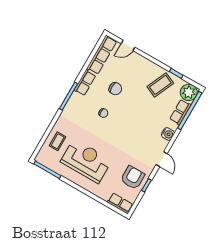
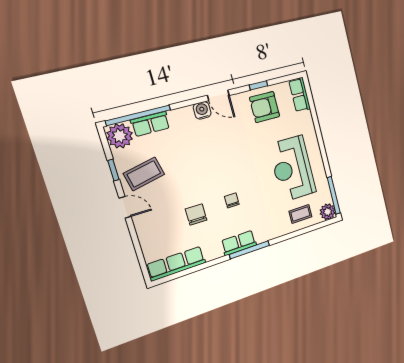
door: (128, 45) -> (125, 207), moved
row of seats: (85, 83) -> (239, 243), moved
coffee table: (160, 85) -> (144, 174), turned -36
water cooler: (168, 134) -> (202, 110), moved
plant: (42, 158) -> (328, 212), added
door: (162, 159) -> (218, 95), swing flipped

